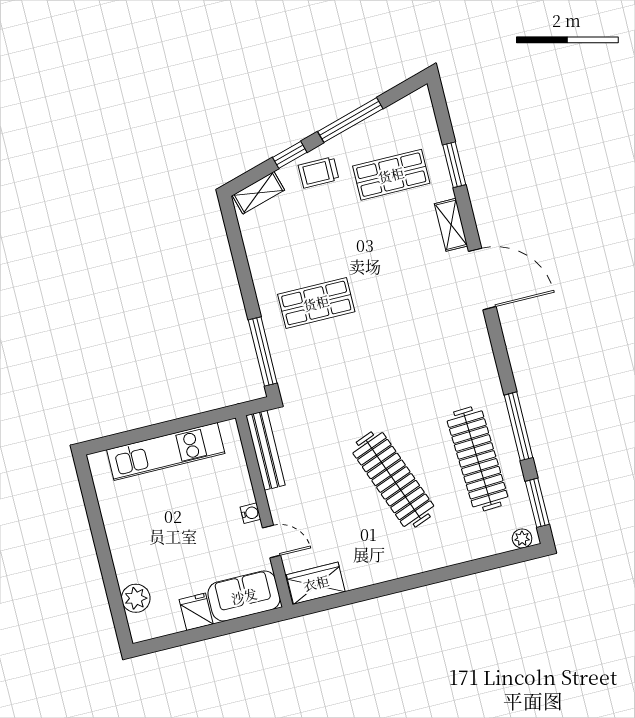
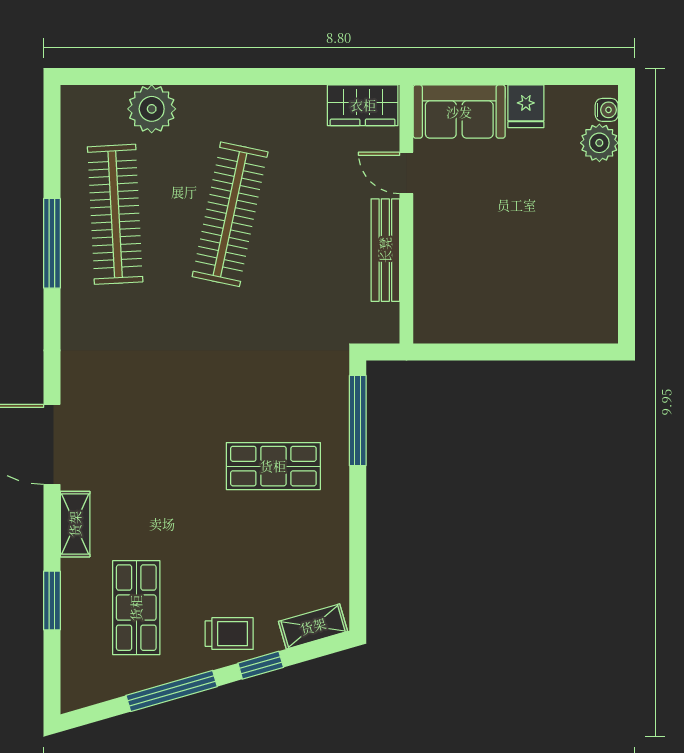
shop shelf: (391, 175) -> (136, 608), turned 90
bench: (266, 450) -> (385, 250), moved
kitchen unit: (166, 452) -> (514, 322), removed
clothes rail: (393, 480) -> (230, 214), turned 33
window: (537, 503) -> (52, 139), removed
water cooler: (251, 513) -> (607, 110), moved, turned 180
plant: (522, 538) -> (152, 109), moved, width x1.88, depth x1.88

